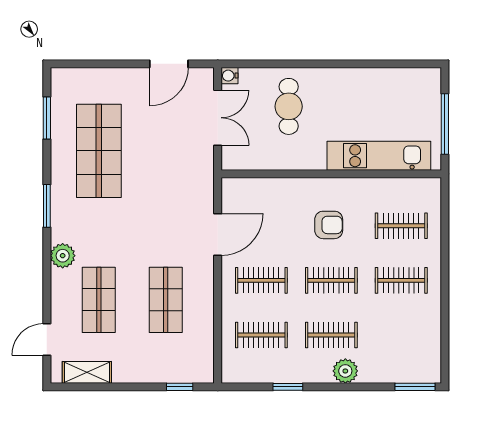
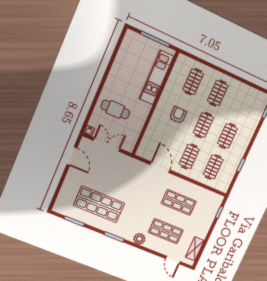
plant: (345, 371) -> (246, 137), removed

